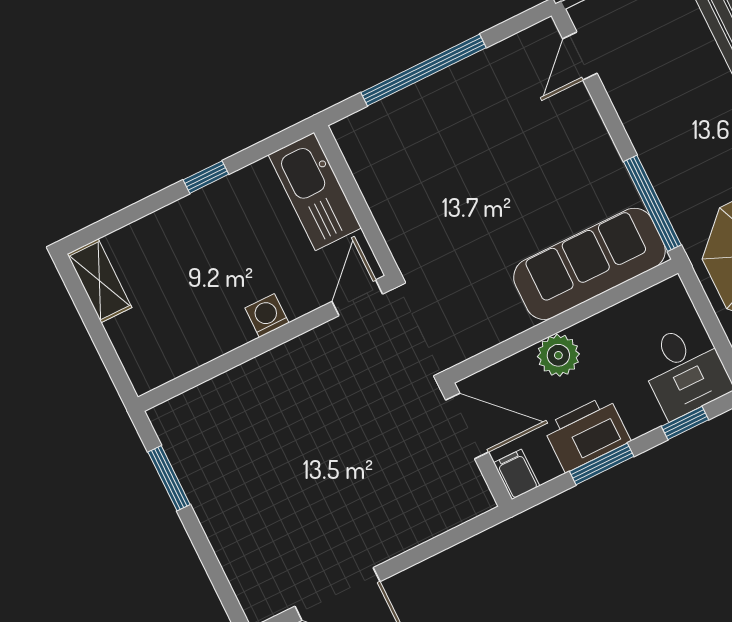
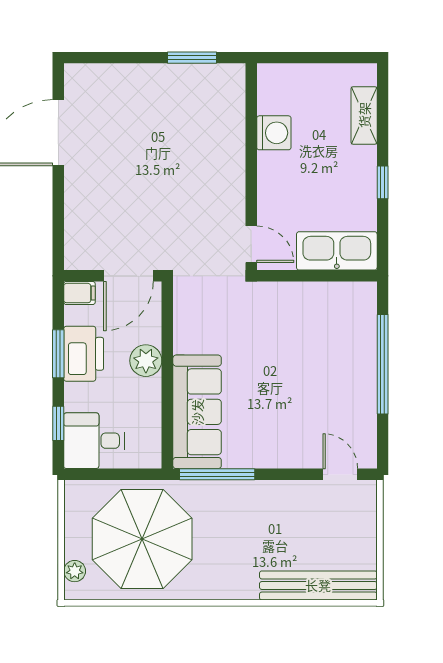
shelving: (99, 281) -> (364, 115), moved, turned 90
washing machine: (267, 315) -> (274, 133), moved, width x1.38, depth x1.38

